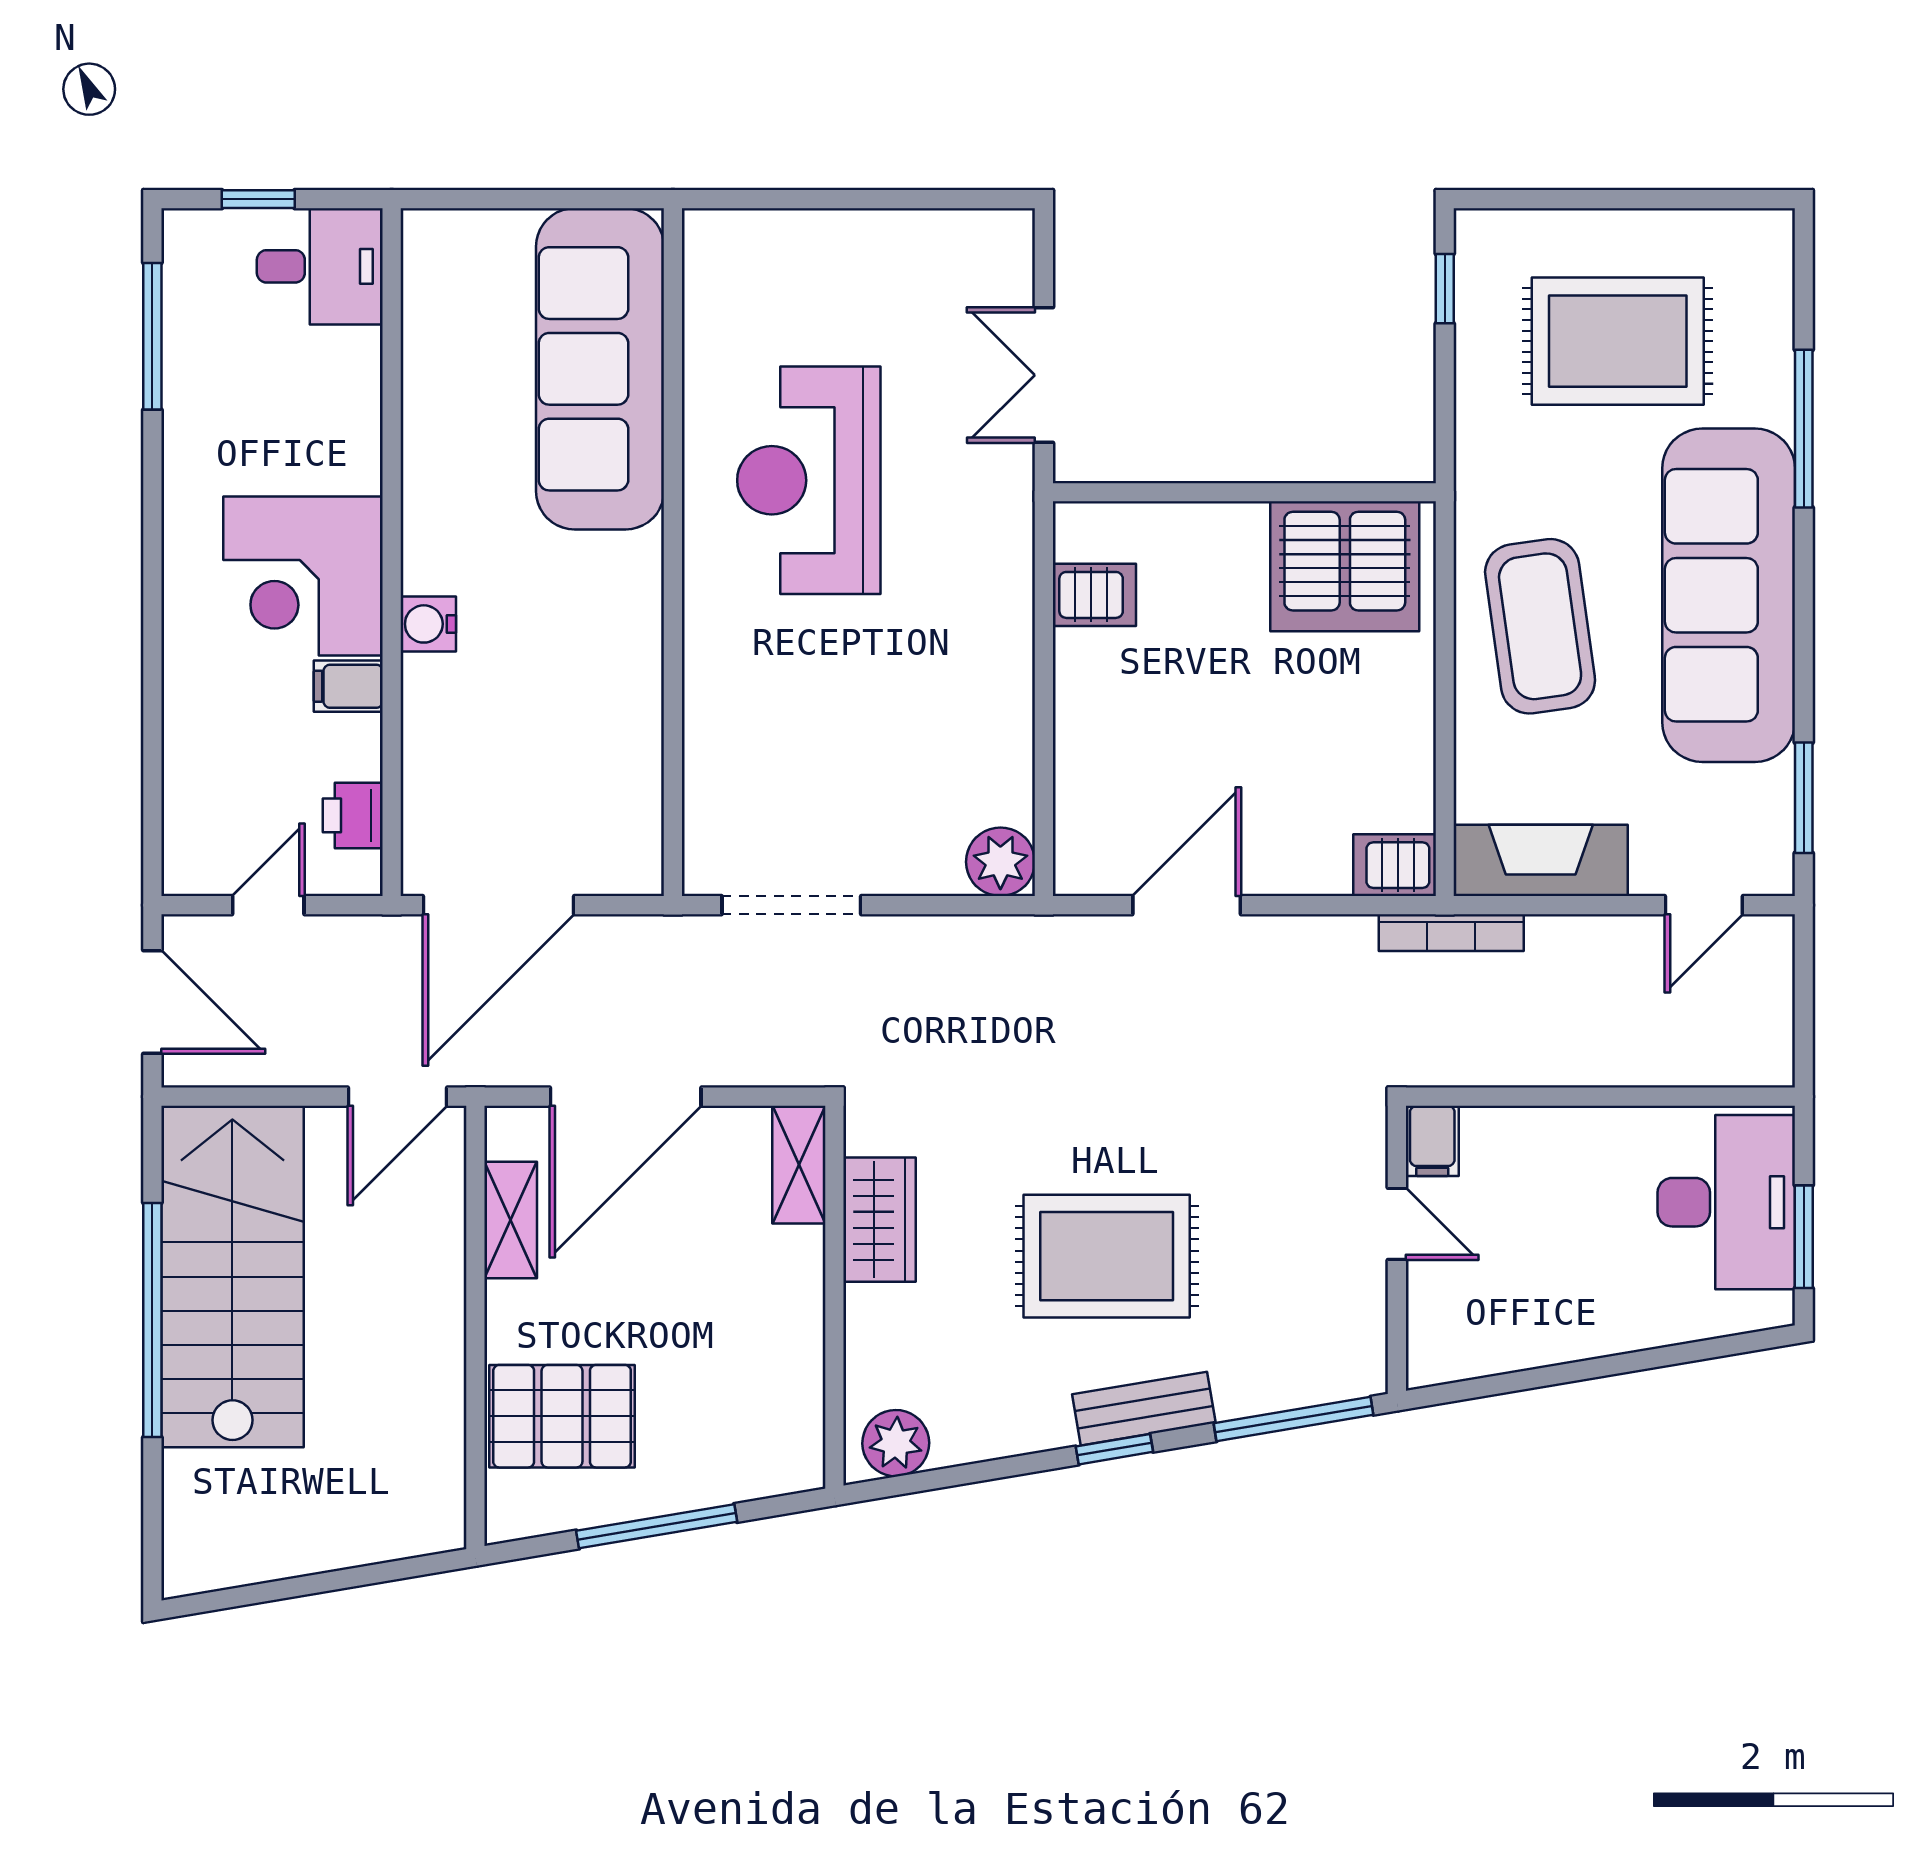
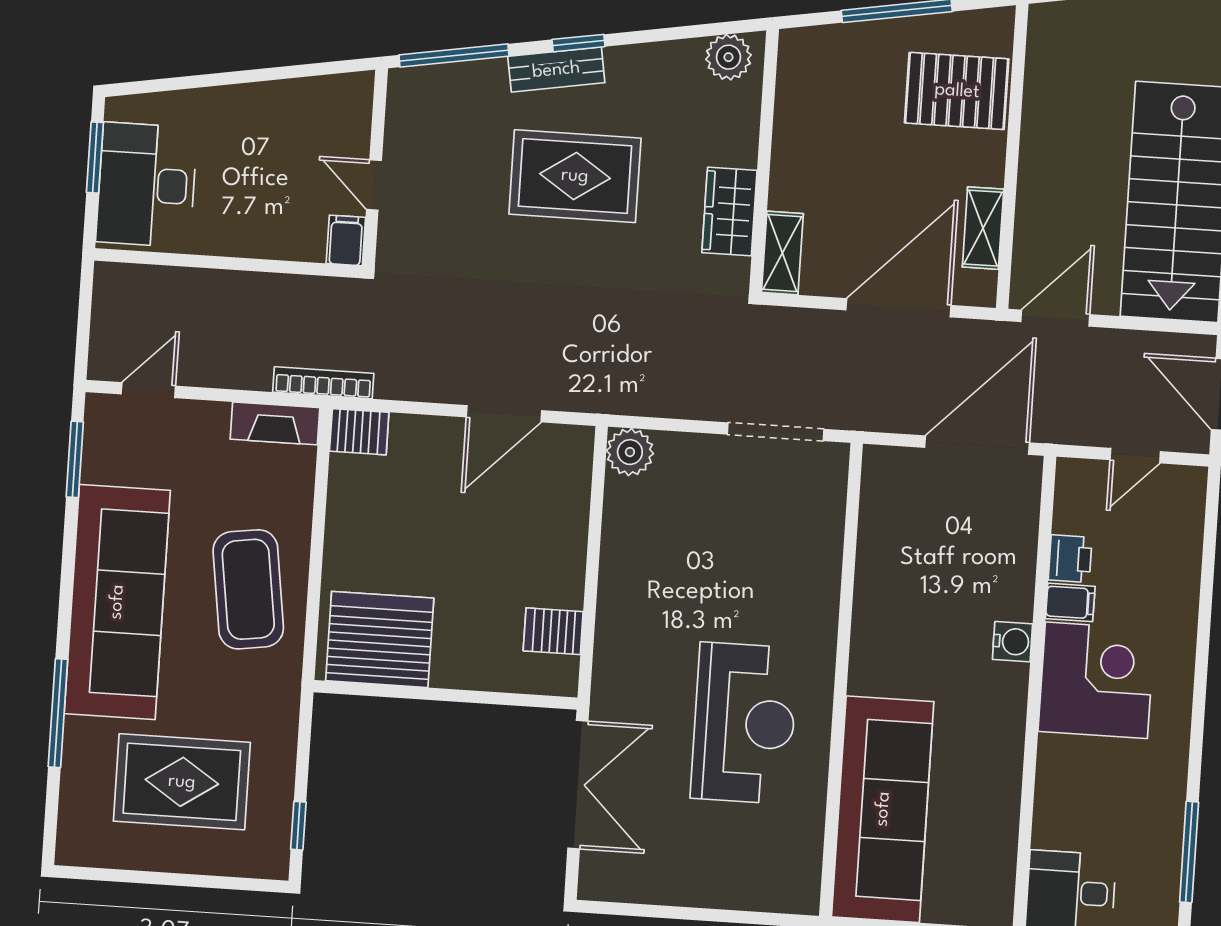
double door: (1044, 375) -> (578, 785), width x1.37
printer: (353, 815) -> (1070, 559), moved
fireplace: (1541, 860) -> (275, 423), width x0.73, depth x0.76

